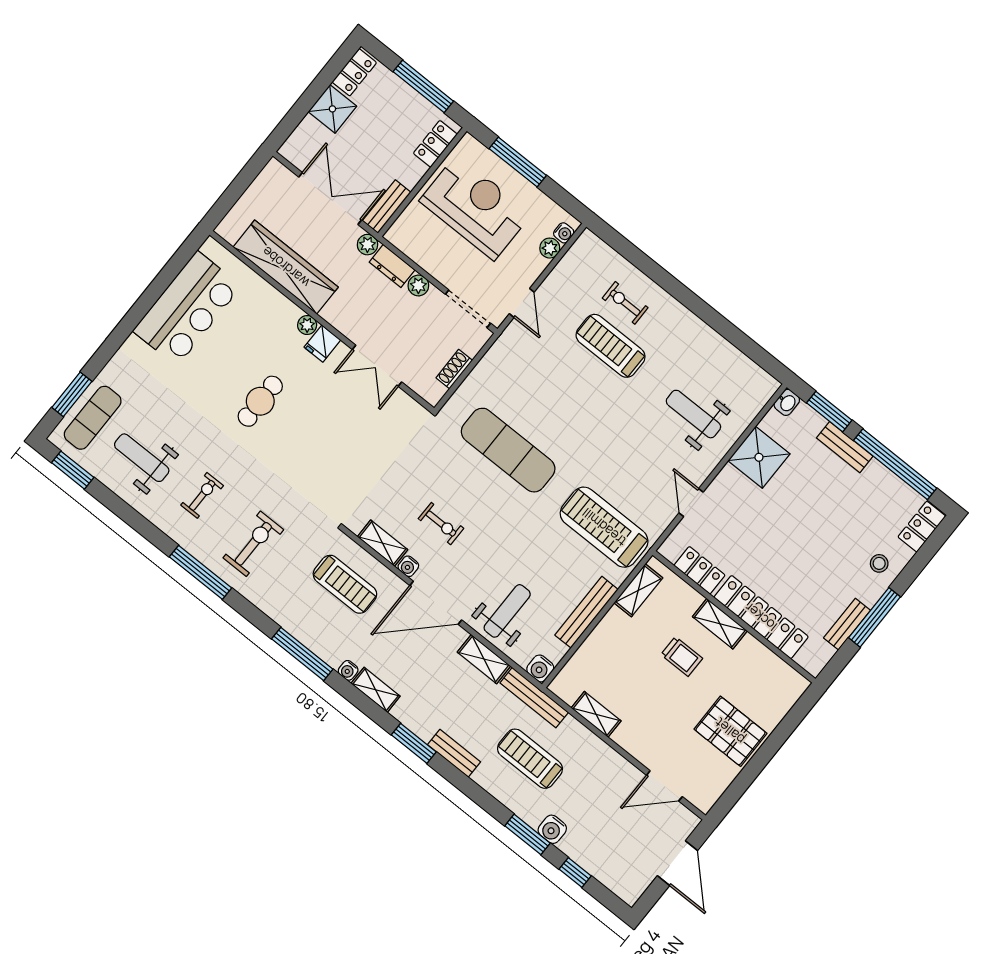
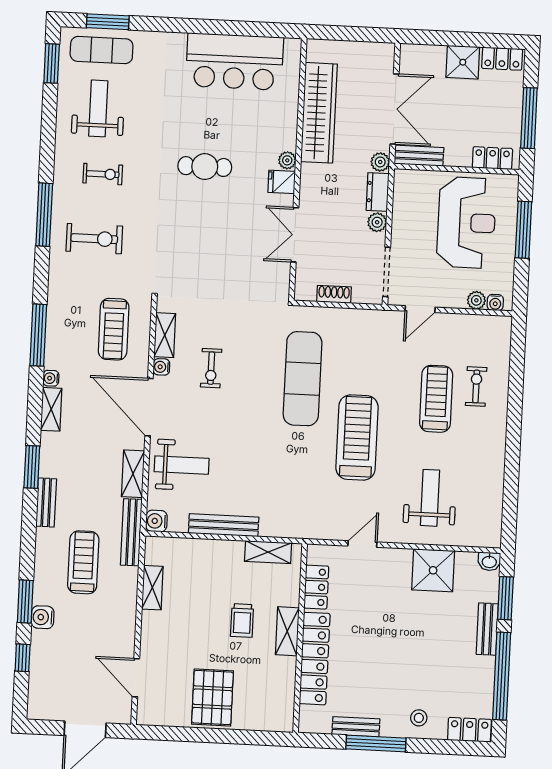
treadmill: (604, 527) -> (357, 437), moved

